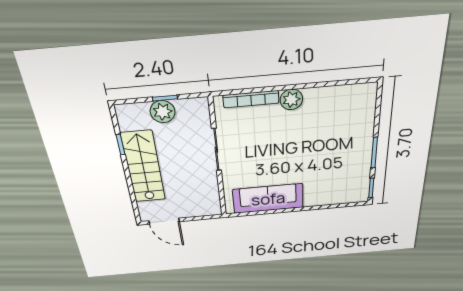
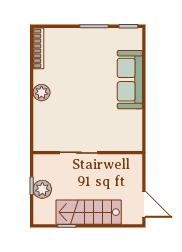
bookcase: (251, 99) -> (38, 48), moved
sofa: (268, 199) -> (130, 80), moved
door: (164, 221) -> (144, 204), hinge flipped

